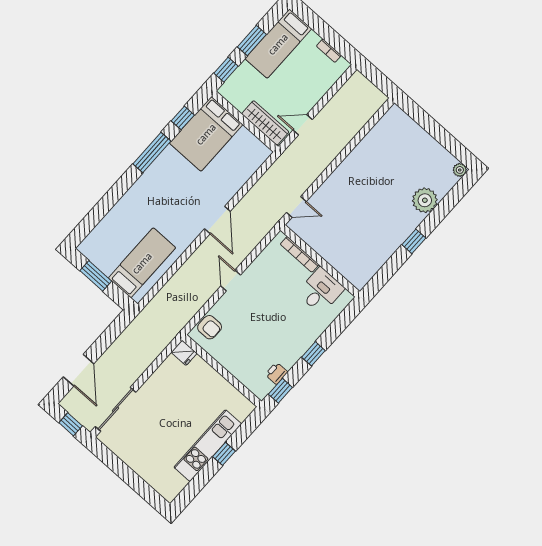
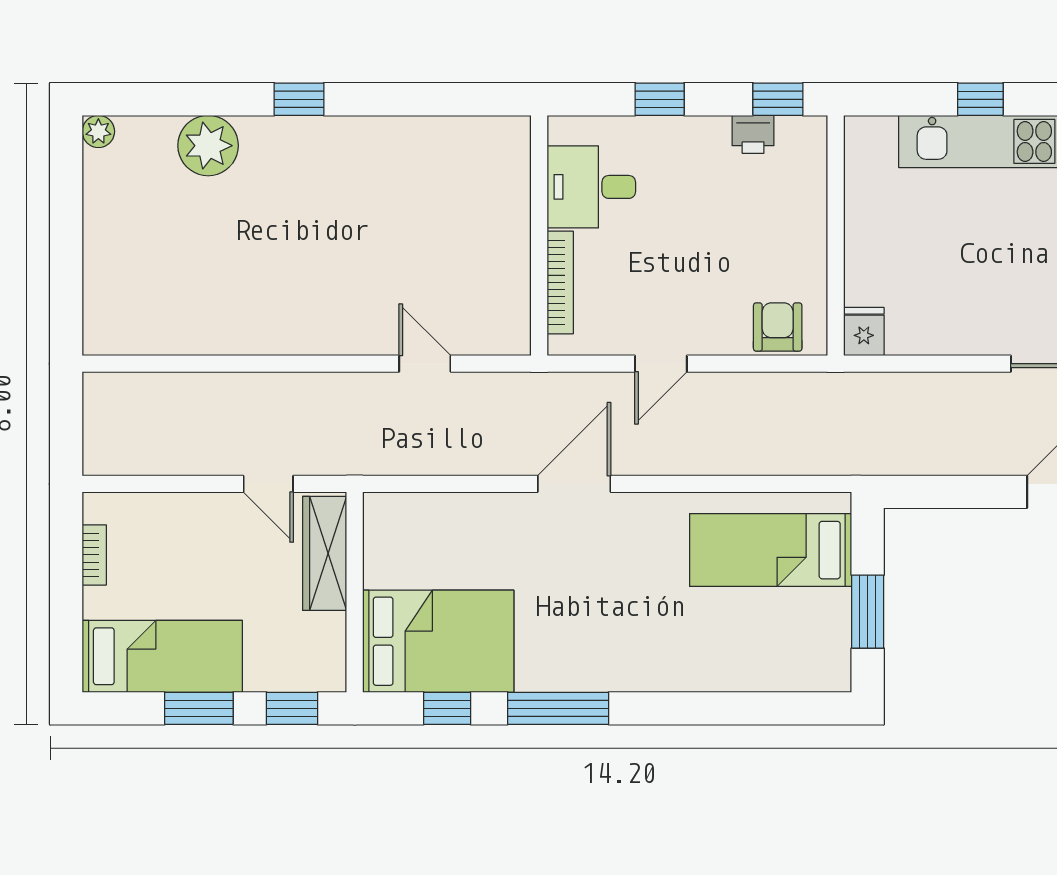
bookcase: (300, 254) -> (560, 282), moved
wall: (320, 261) -> (539, 235), moved
desk: (321, 291) -> (591, 187), moved

